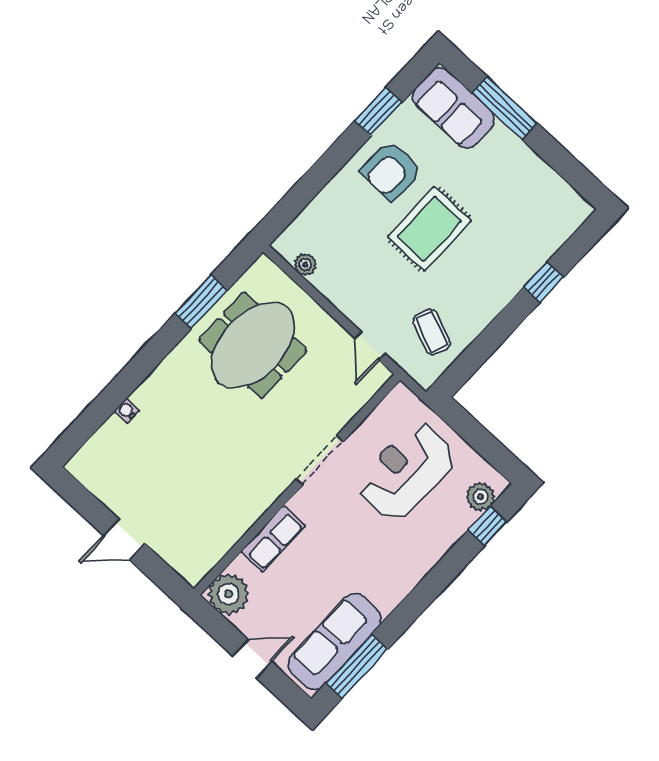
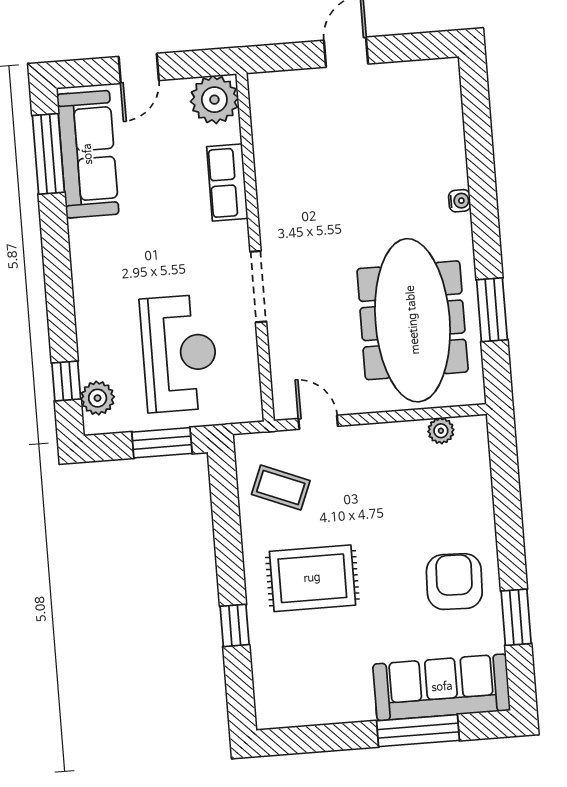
sofa: (453, 108) -> (442, 687), width x1.36
rug: (429, 229) -> (312, 578), moved, turned 90
meeting table: (253, 345) -> (413, 320), width x1.36
water cooler: (127, 411) -> (460, 201), moved
window: (472, 431) -> (162, 443), added

